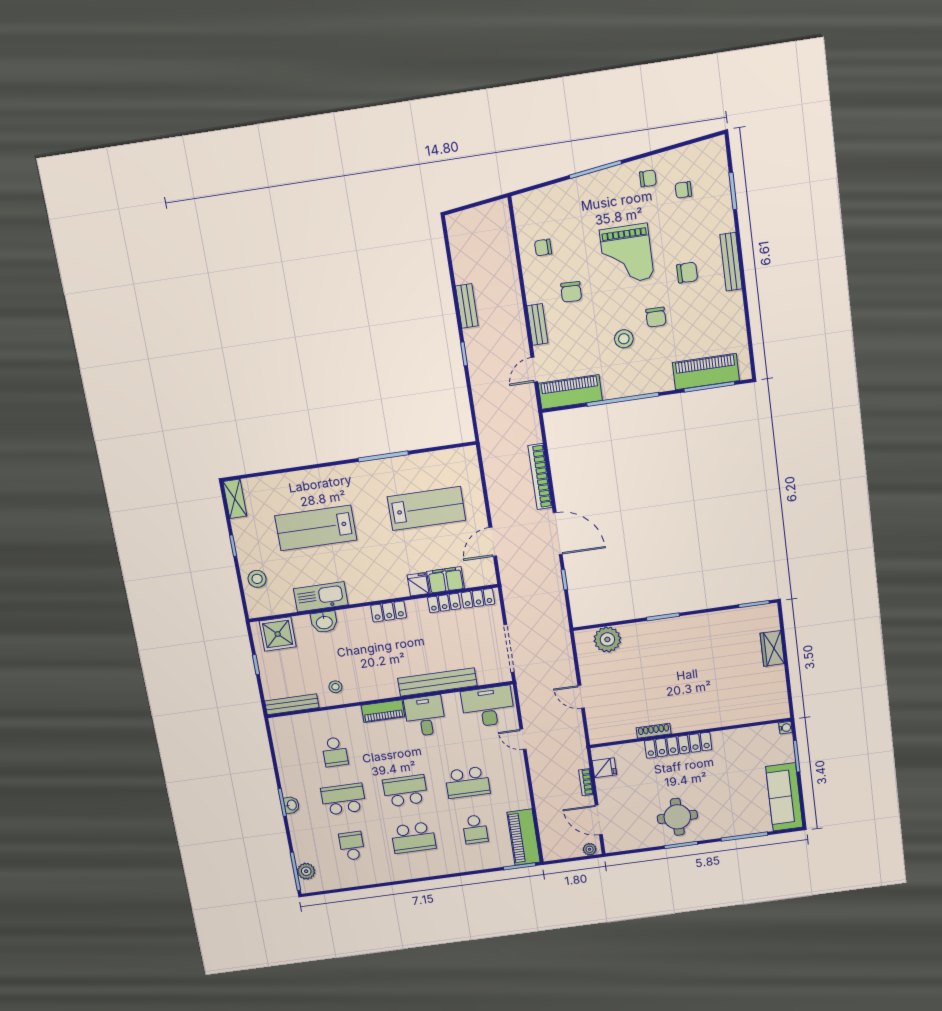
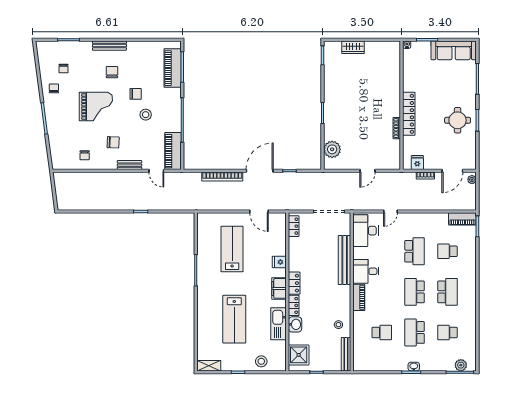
bench: (467, 306) -> (112, 206), removed
filing cabinet: (446, 580) -> (279, 288), moved
locker: (444, 603) -> (294, 305), moved
school desk: (475, 829) -> (447, 251), turned 180
piano: (524, 837) -> (462, 219), width x0.73, depth x0.75

